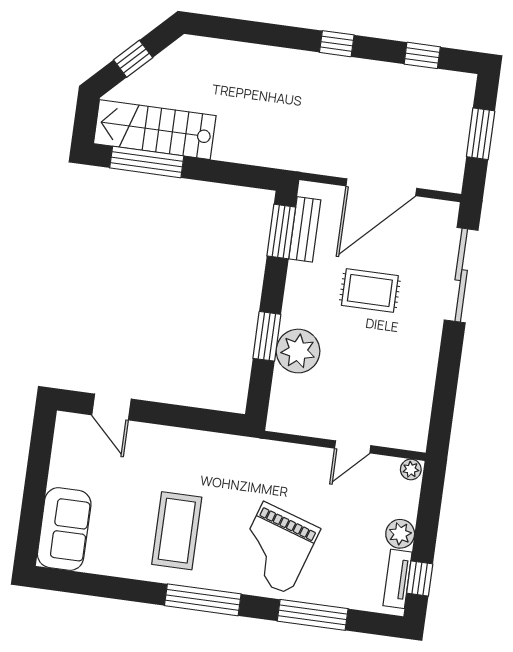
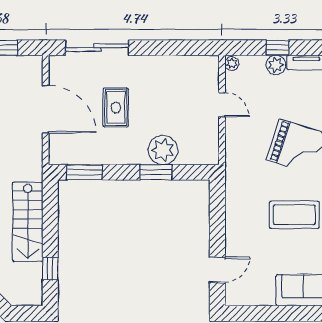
stairs: (155, 130) -> (28, 222), moved
window: (147, 162) -> (50, 269), width x0.46
bench: (305, 229) -> (81, 157), removed
window: (420, 578) -> (278, 48), moved

